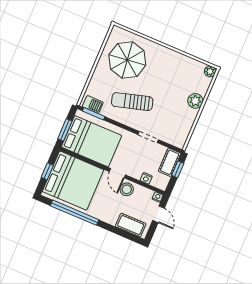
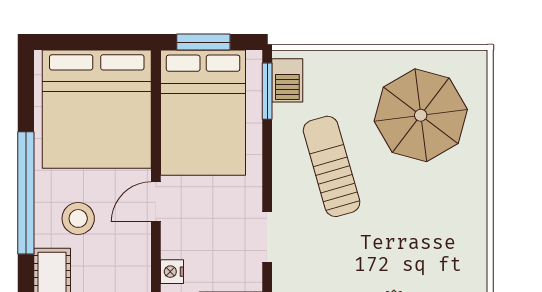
window: (47, 171) -> (93, 42), removed
stool: (127, 189) -> (78, 218), moved
window: (75, 213) -> (26, 193), moved

